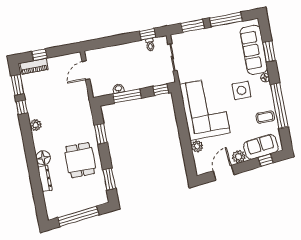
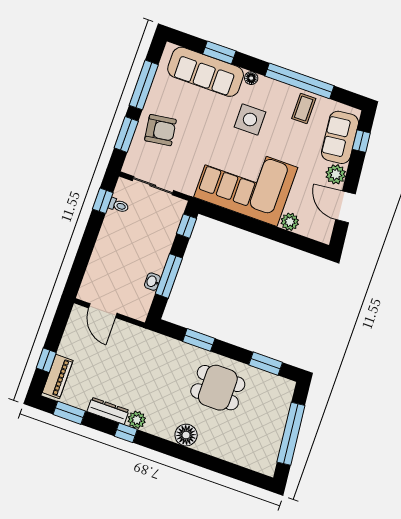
armchair: (206, 44) -> (161, 130), added
window: (22, 107) -> (126, 433), moved
dresser: (45, 179) -> (108, 411), moved

